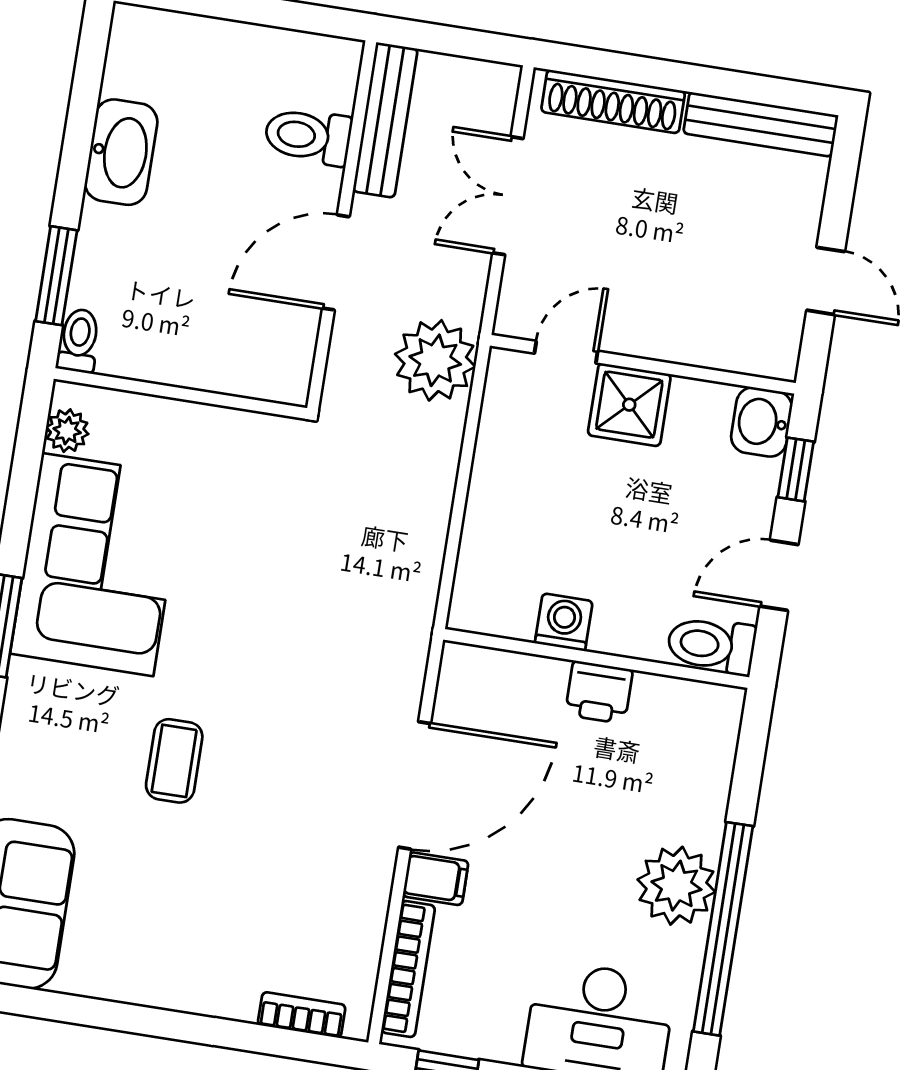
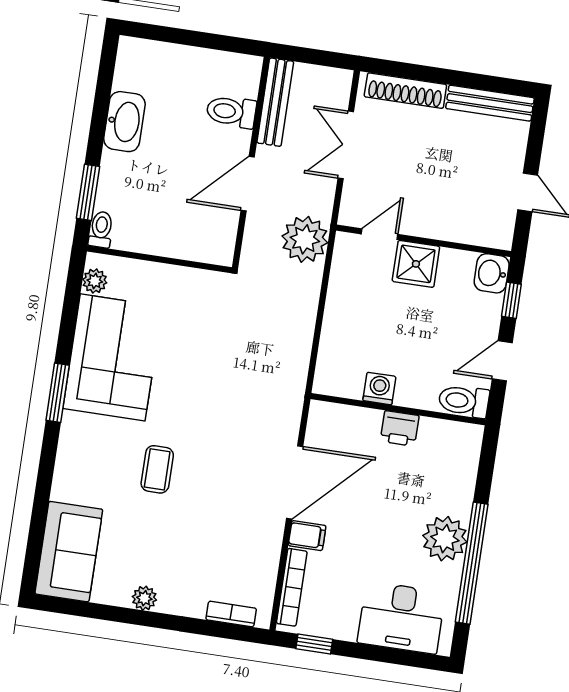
plant: (150, 986) -> (144, 598), added

